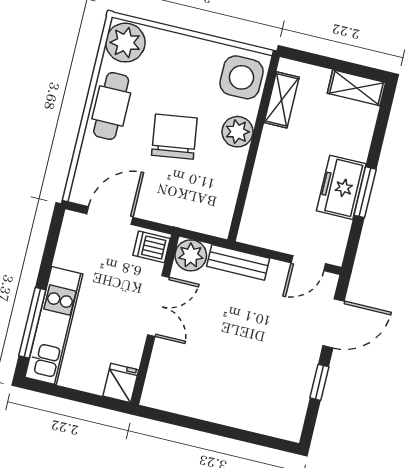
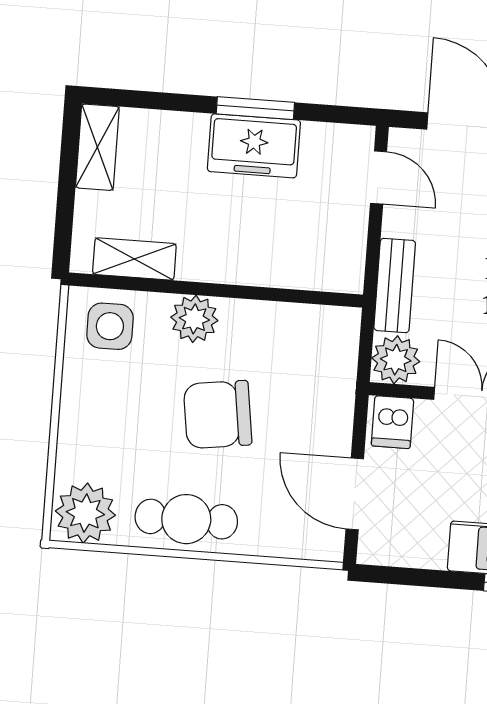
side table: (241, 77) -> (110, 326), width x0.73, depth x0.73

